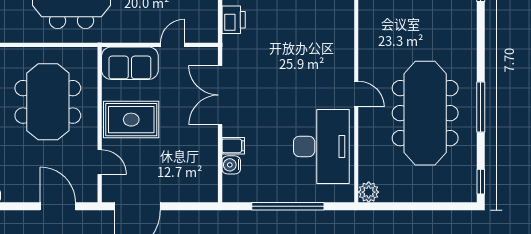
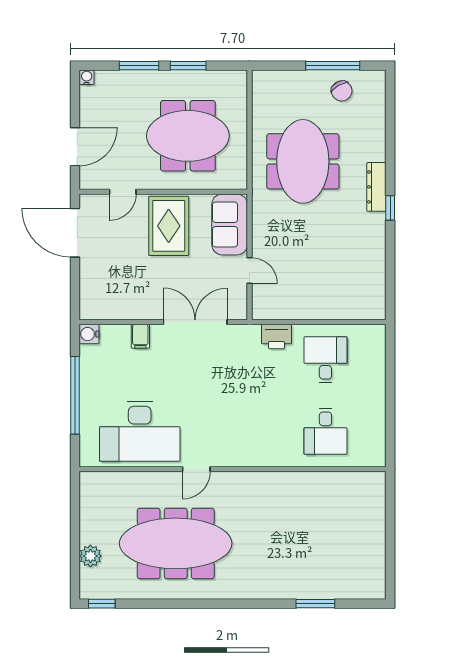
window: (481, 107) -> (182, 604), removed
water cooler: (231, 165) -> (89, 334), moved, turned -90
plant: (369, 192) -> (90, 556), moved

